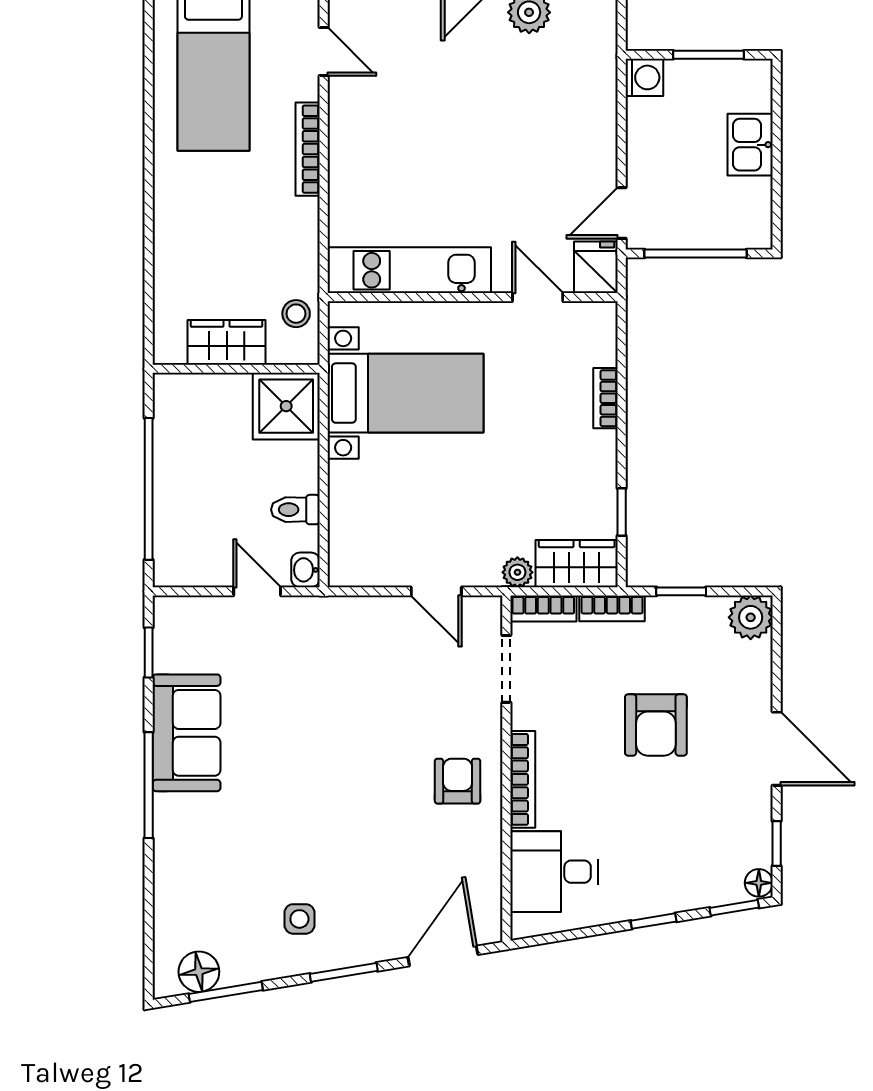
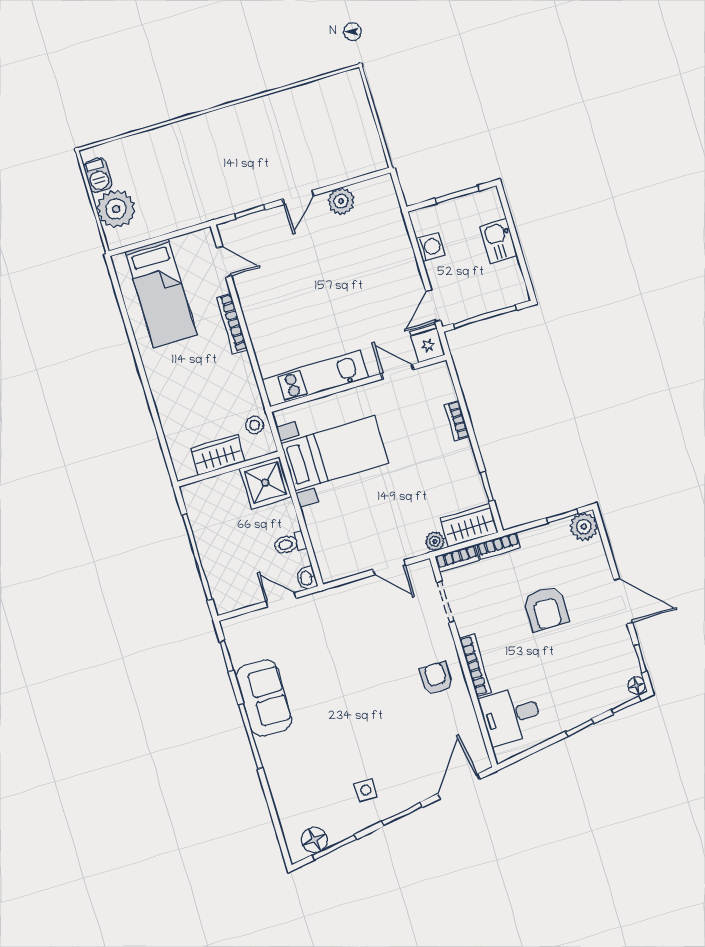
washing machine: (644, 77) -> (430, 247), moved
window: (681, 591) -> (563, 516), moved

